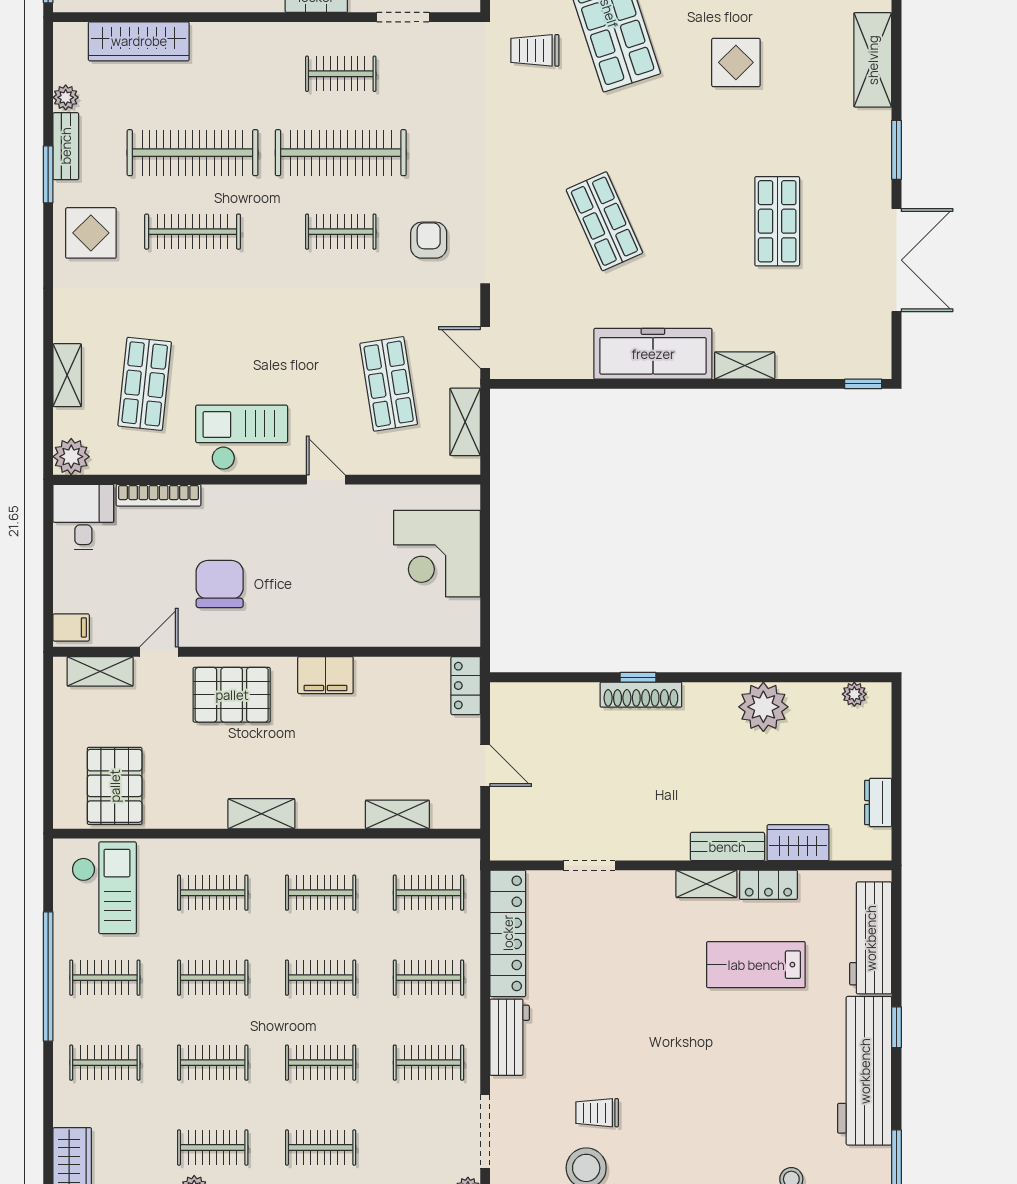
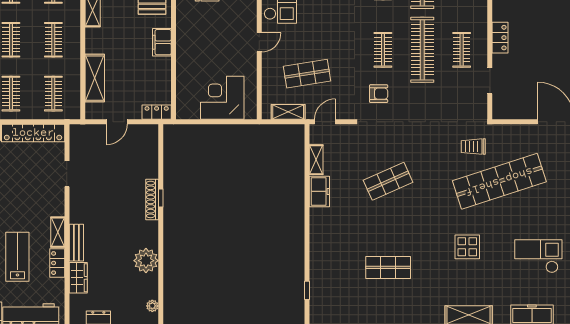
trolley: (535, 50) -> (473, 147), turned -90
freezer: (653, 354) -> (319, 191), width x0.52, depth x0.79
shelving: (745, 366) -> (316, 160), moved
window: (863, 384) -> (307, 290), moved
shelving: (397, 814) -> (95, 78), width x1.50, depth x1.33

